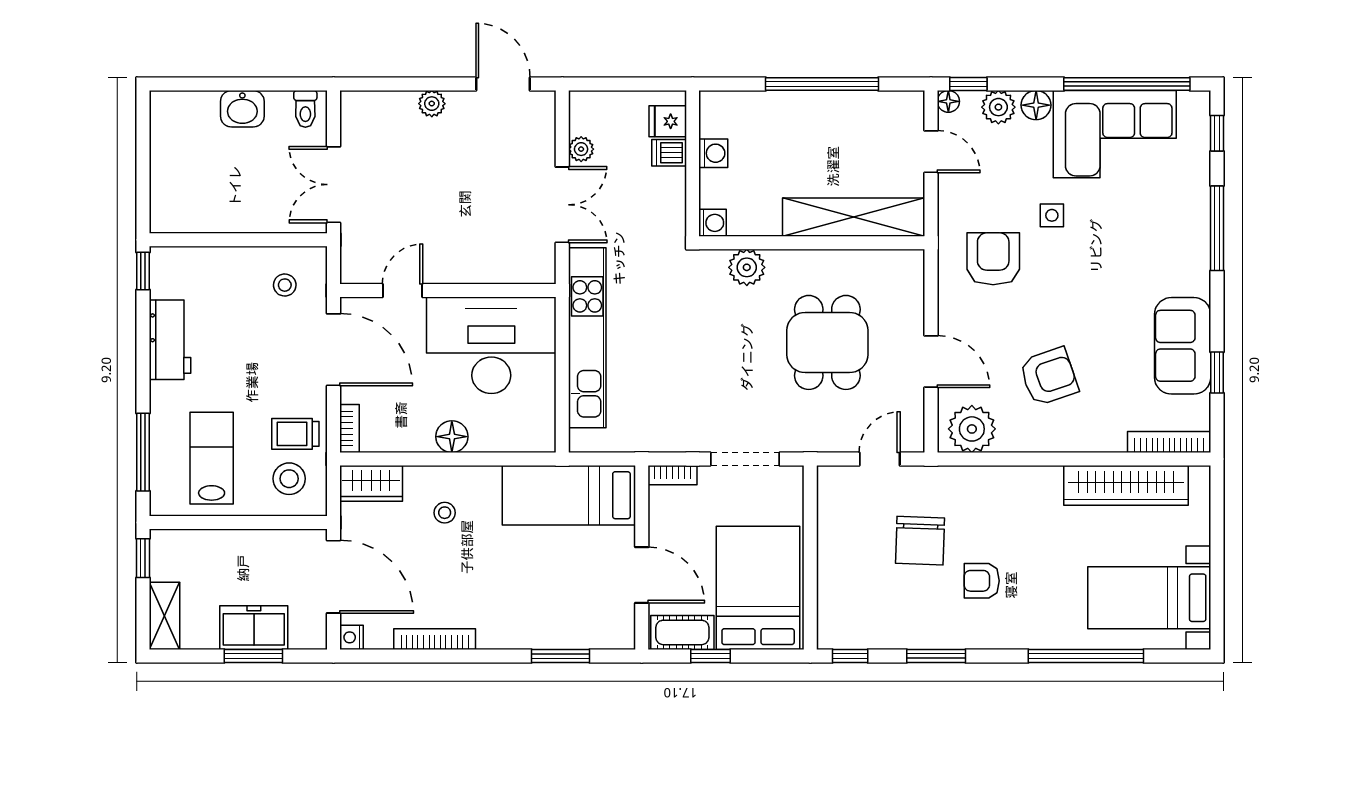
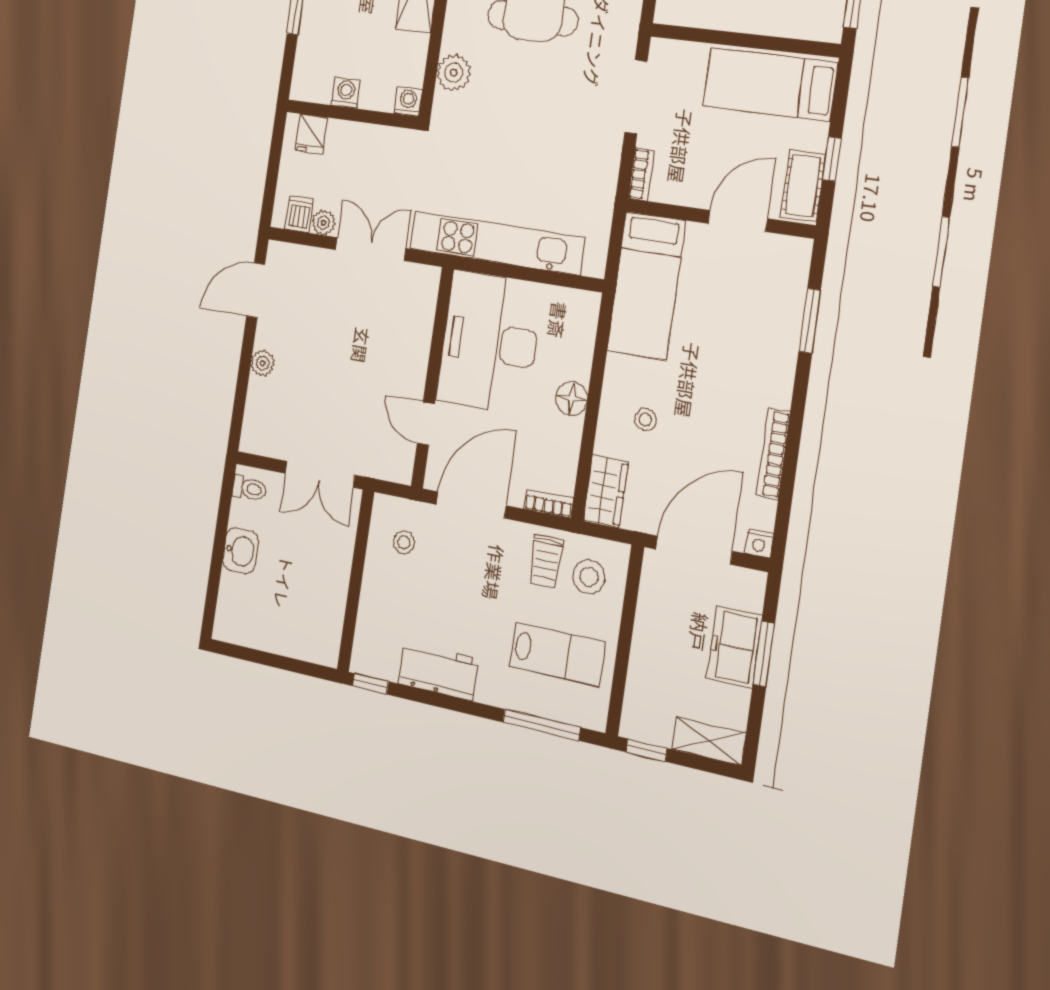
dishwasher: (669, 153) -> (299, 214), moved, turned 180
lab bench: (212, 458) -> (557, 654), turned 180
bed: (758, 588) -> (770, 84), width x0.67

